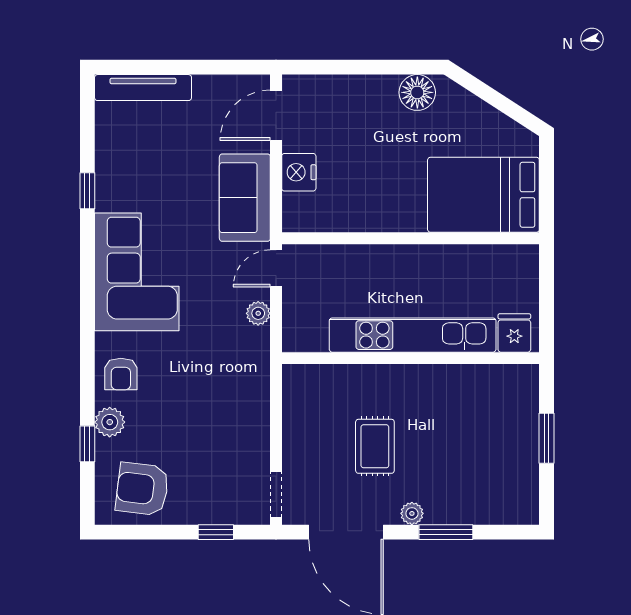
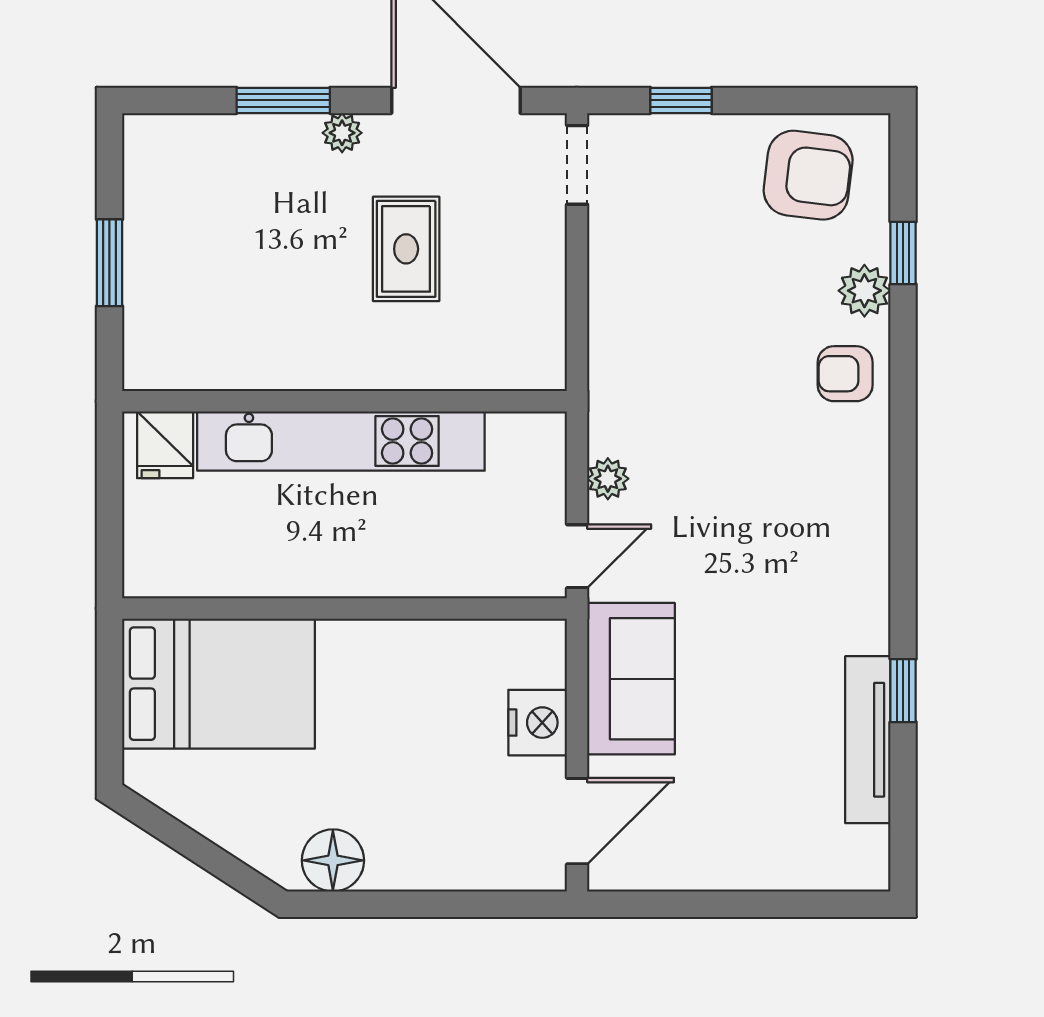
tv unit: (143, 88) -> (868, 740), moved, turned -90
corner sofa: (137, 272) -> (818, 550), removed
armchair: (121, 374) -> (845, 374), turned -90

